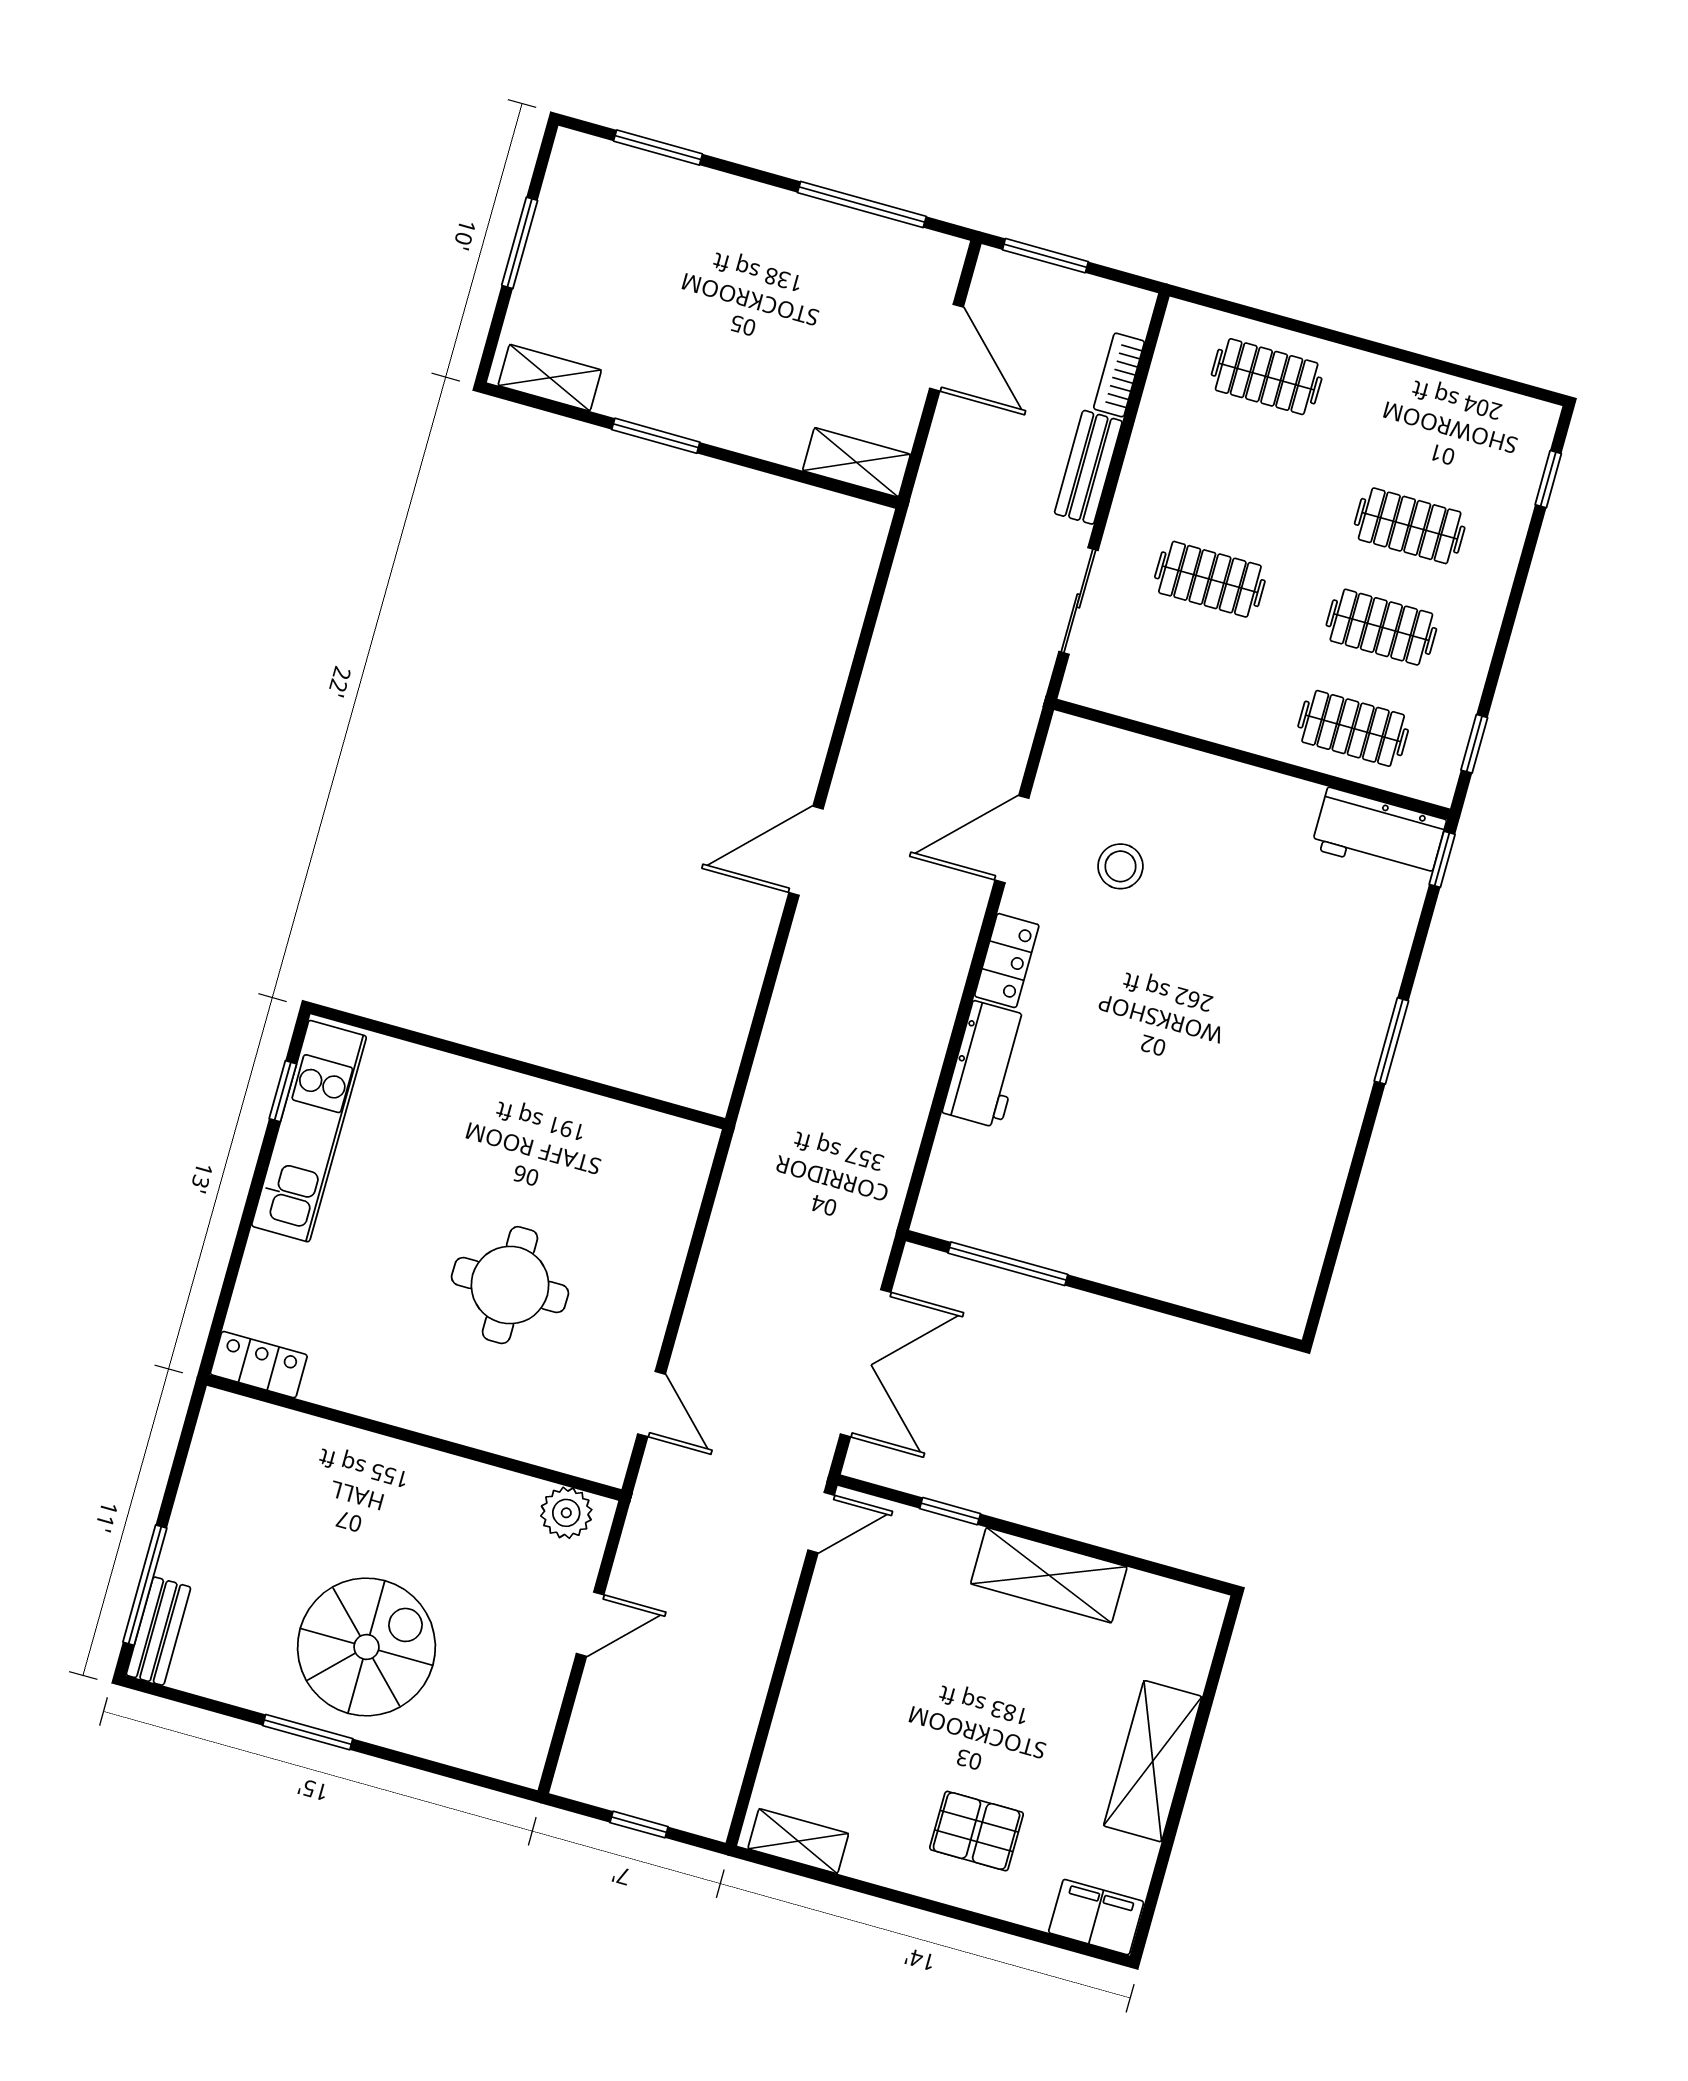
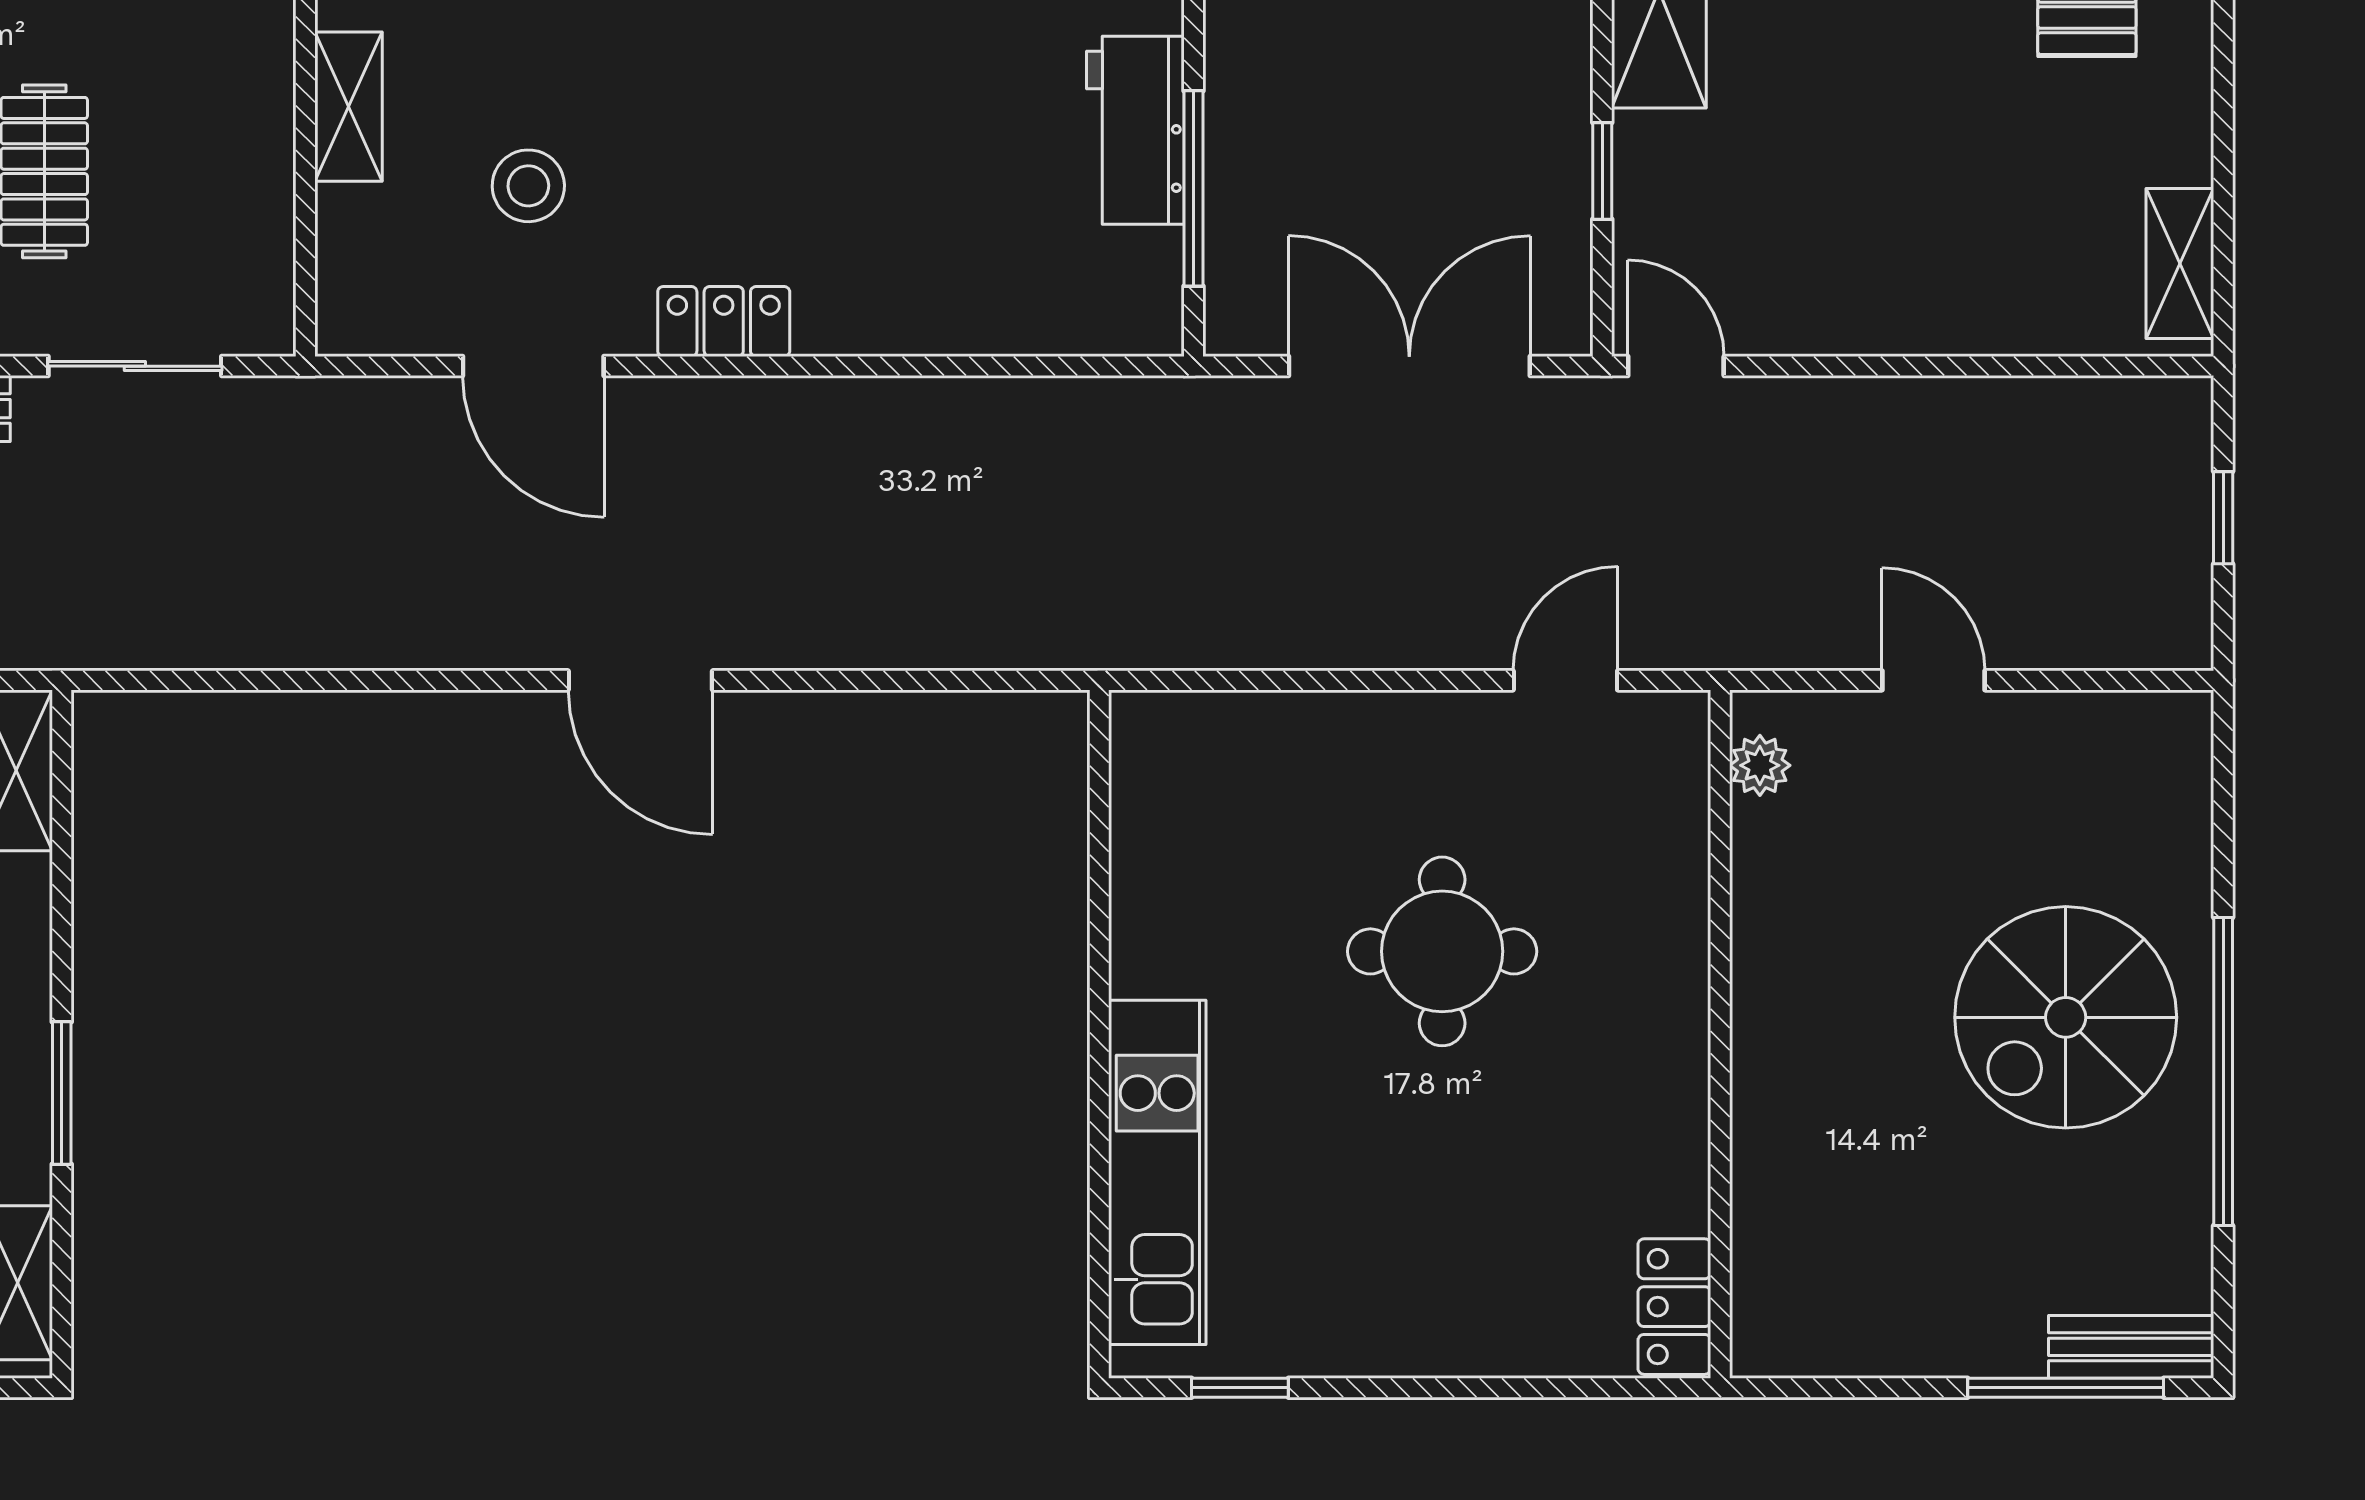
shelving: (1198, 772) -> (348, 107), added
workbench: (986, 1065) -> (1135, 130), moved, turned -90
kitchen unit: (309, 1131) -> (1157, 1172), moved, turned 90
plant: (566, 1513) -> (1760, 765), width x0.73, depth x0.73
spiral stairs: (366, 1647) -> (2066, 1017), turned -90
window: (308, 1732) -> (2223, 1072), width x2.11

